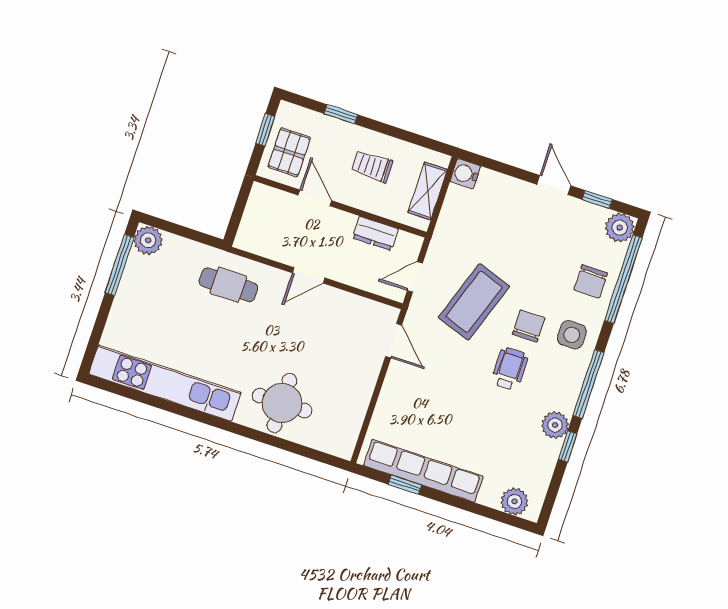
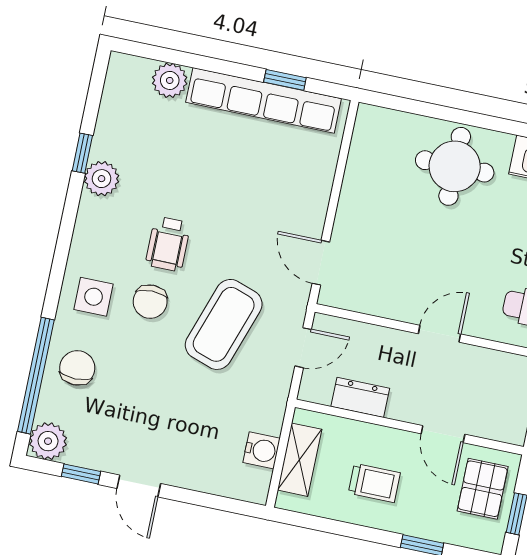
water cooler: (465, 174) -> (262, 450), moved
window: (588, 384) -> (65, 236), removed
plant: (514, 501) -> (170, 80), moved

